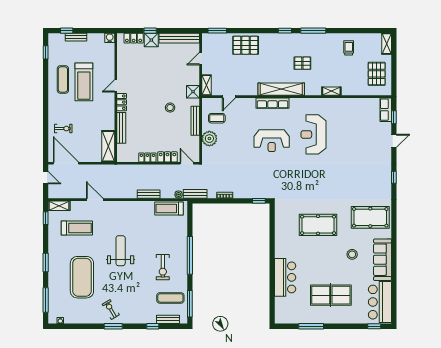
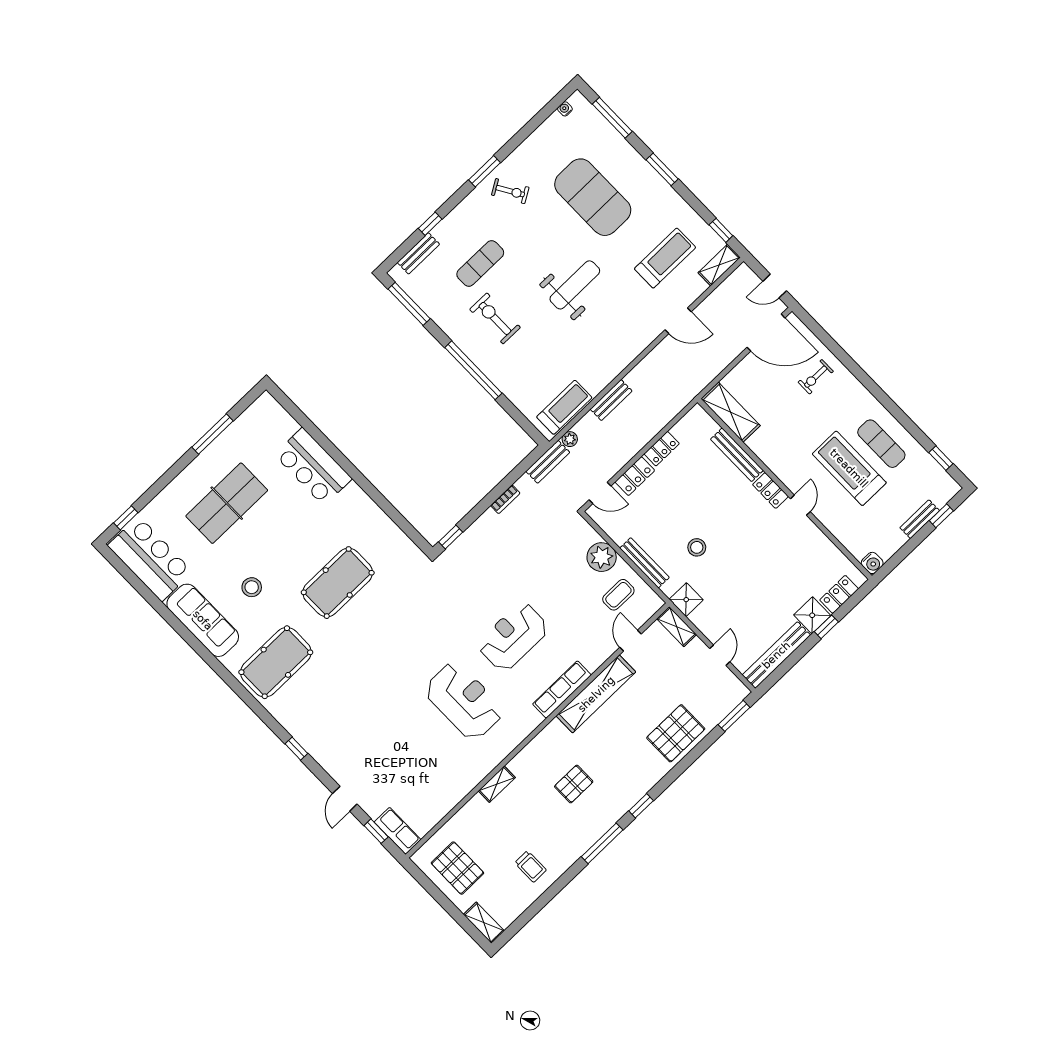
shelving: (281, 89) -> (596, 694), moved
treadmill: (77, 228) -> (665, 258), turned 180
weight bench: (121, 251) -> (575, 285), turned -90
exercise mat: (170, 298) -> (480, 263), moved

